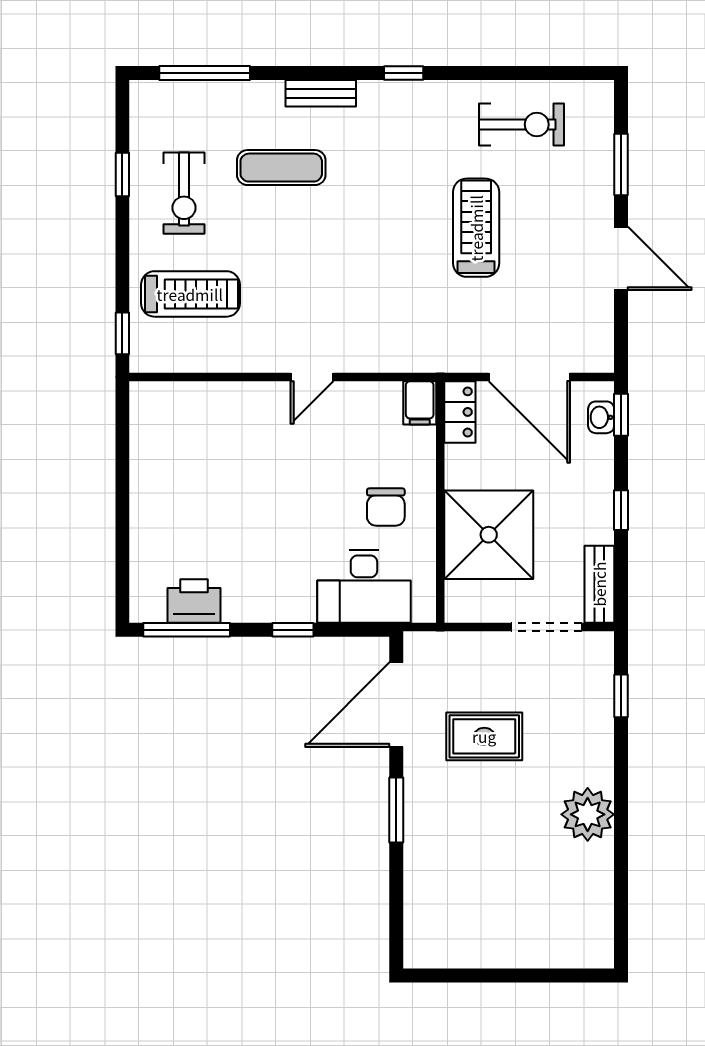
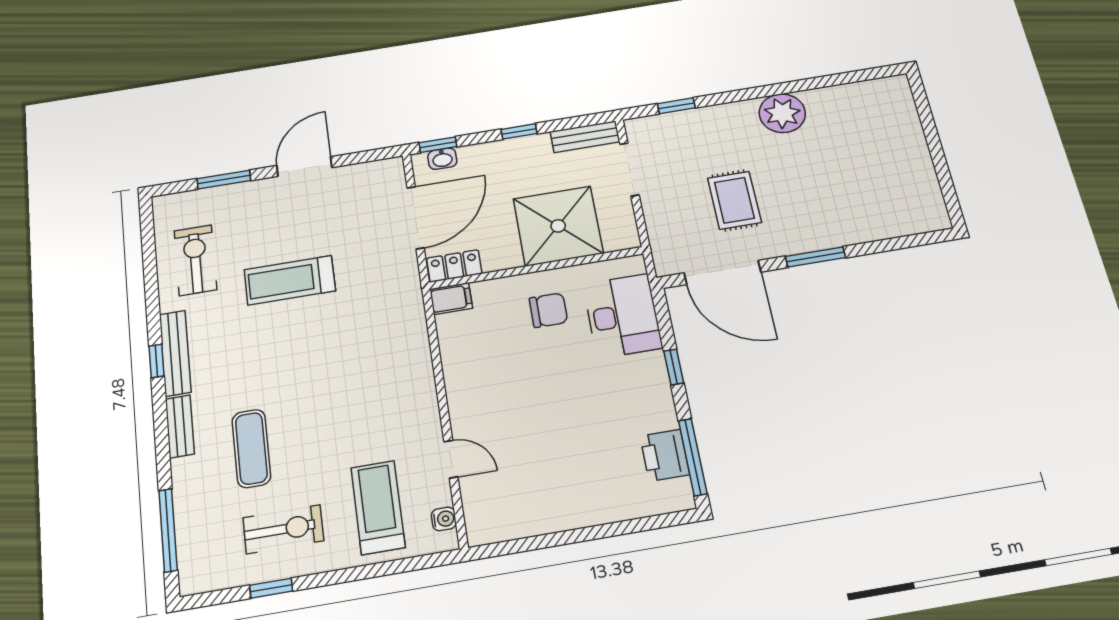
bench: (409, 94) -> (175, 353), added
window: (122, 333) -> (423, 562), removed
water cooler: (165, 361) -> (444, 519), added
door: (312, 377) -> (451, 459), moved

